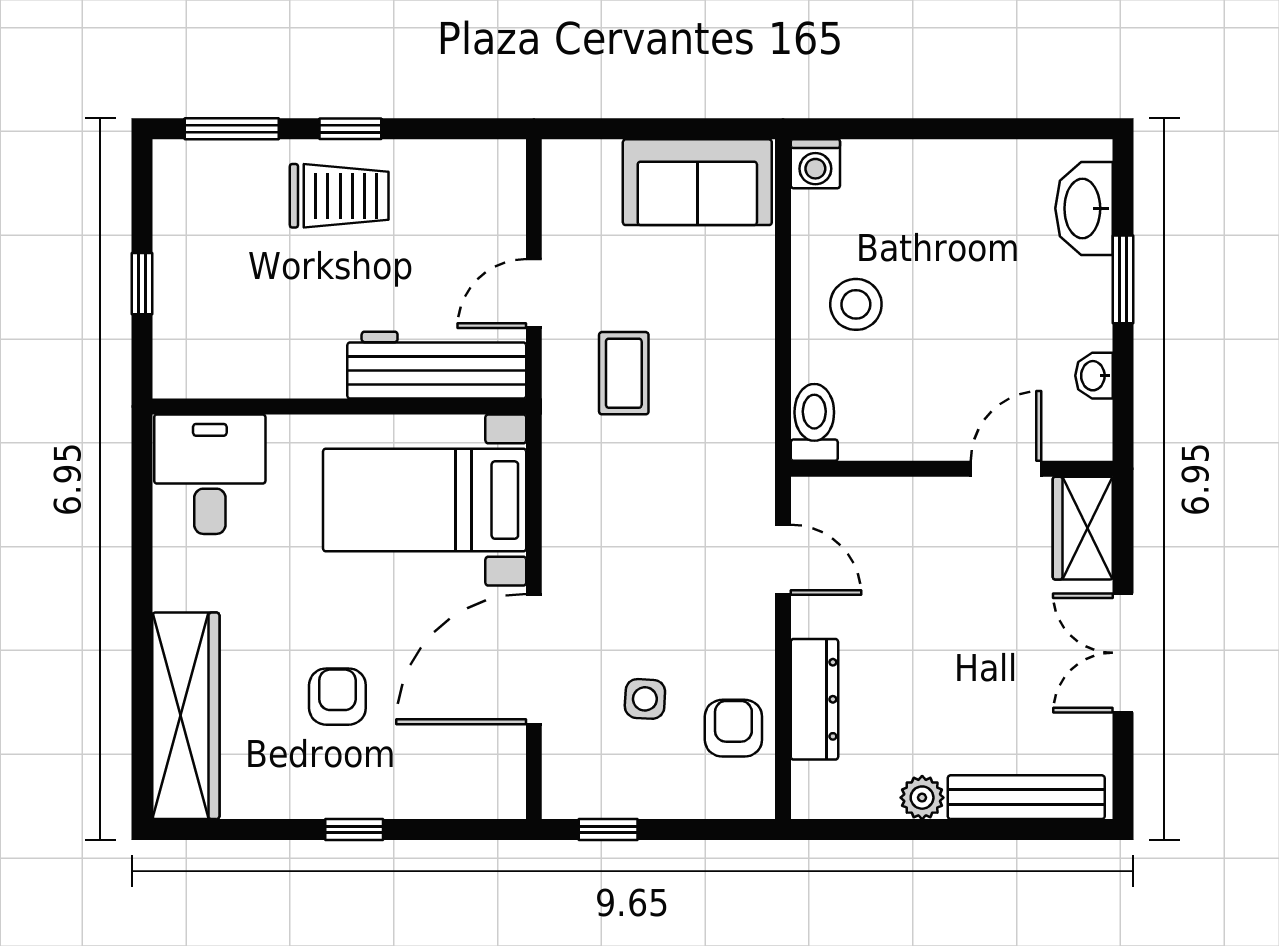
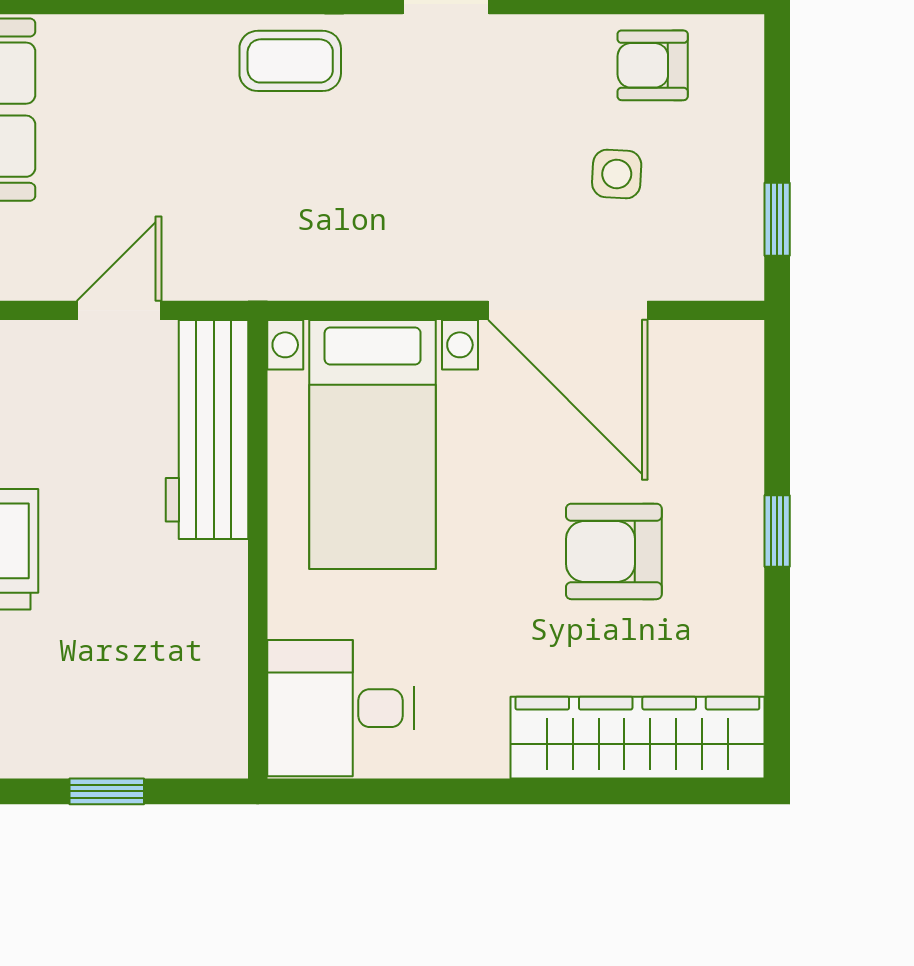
door: (534, 294) -> (119, 310), swing flipped
coffee table: (624, 373) -> (290, 61), moved
armchair: (337, 697) -> (614, 551), width x1.38, depth x1.38

